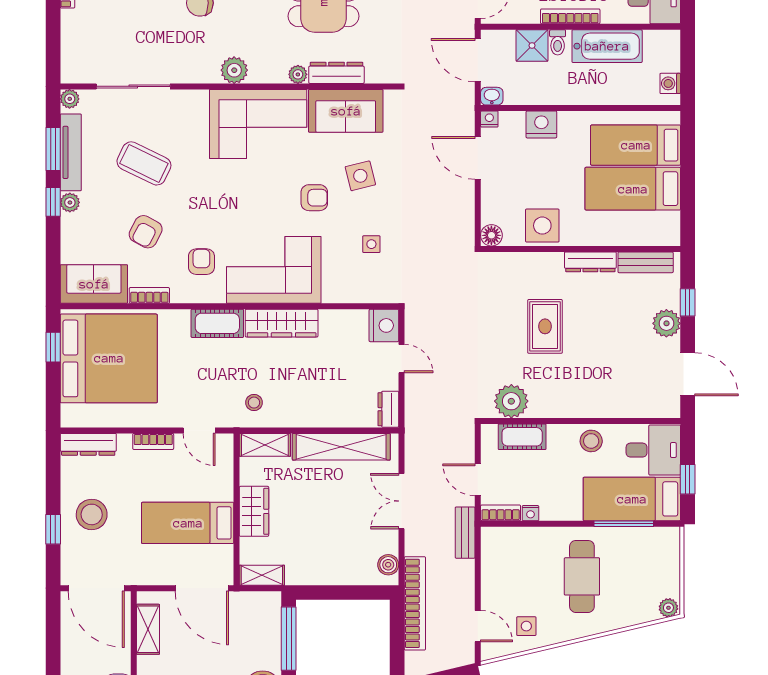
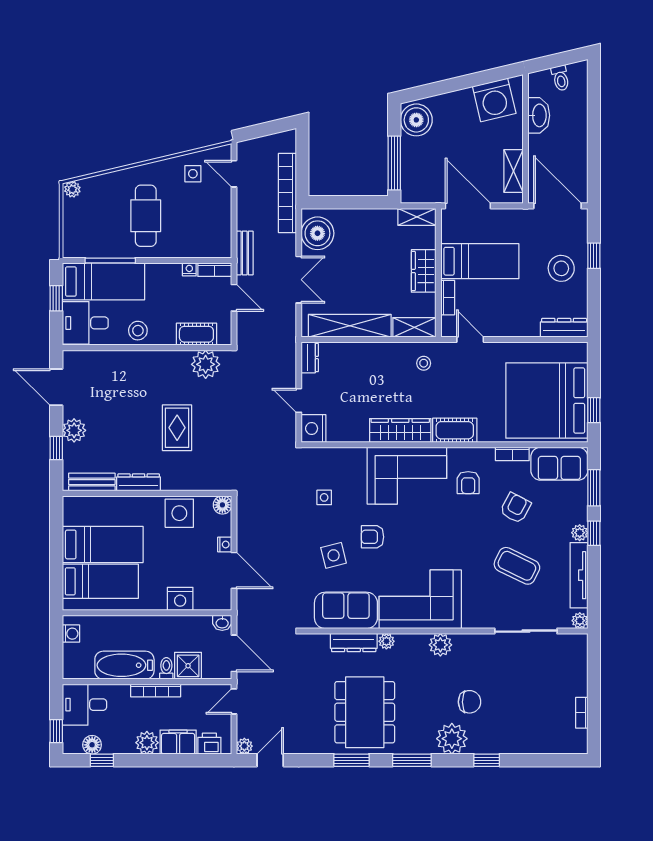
nightstand: (489, 119) -> (225, 545), moved, turned -90
window: (53, 149) -> (594, 488), moved
bookcase: (153, 441) -> (448, 298), moved, turned 90
boiler: (388, 565) -> (317, 233), width x1.86, depth x1.86

